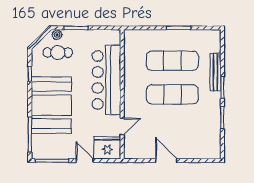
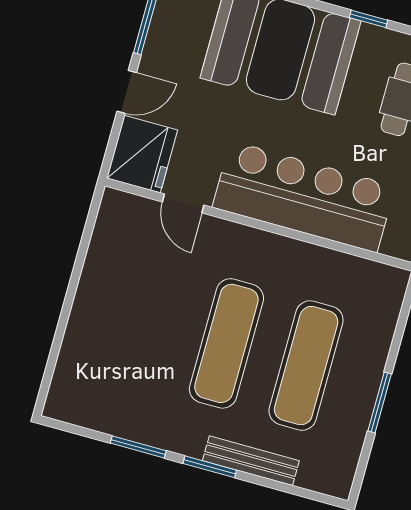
door: (166, 161) -> (73, 285), removed

